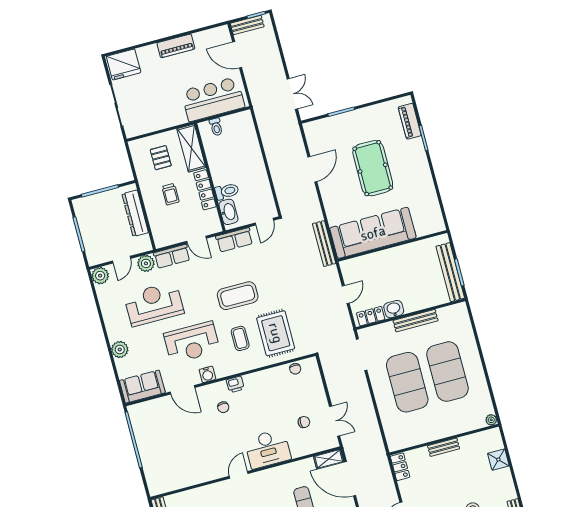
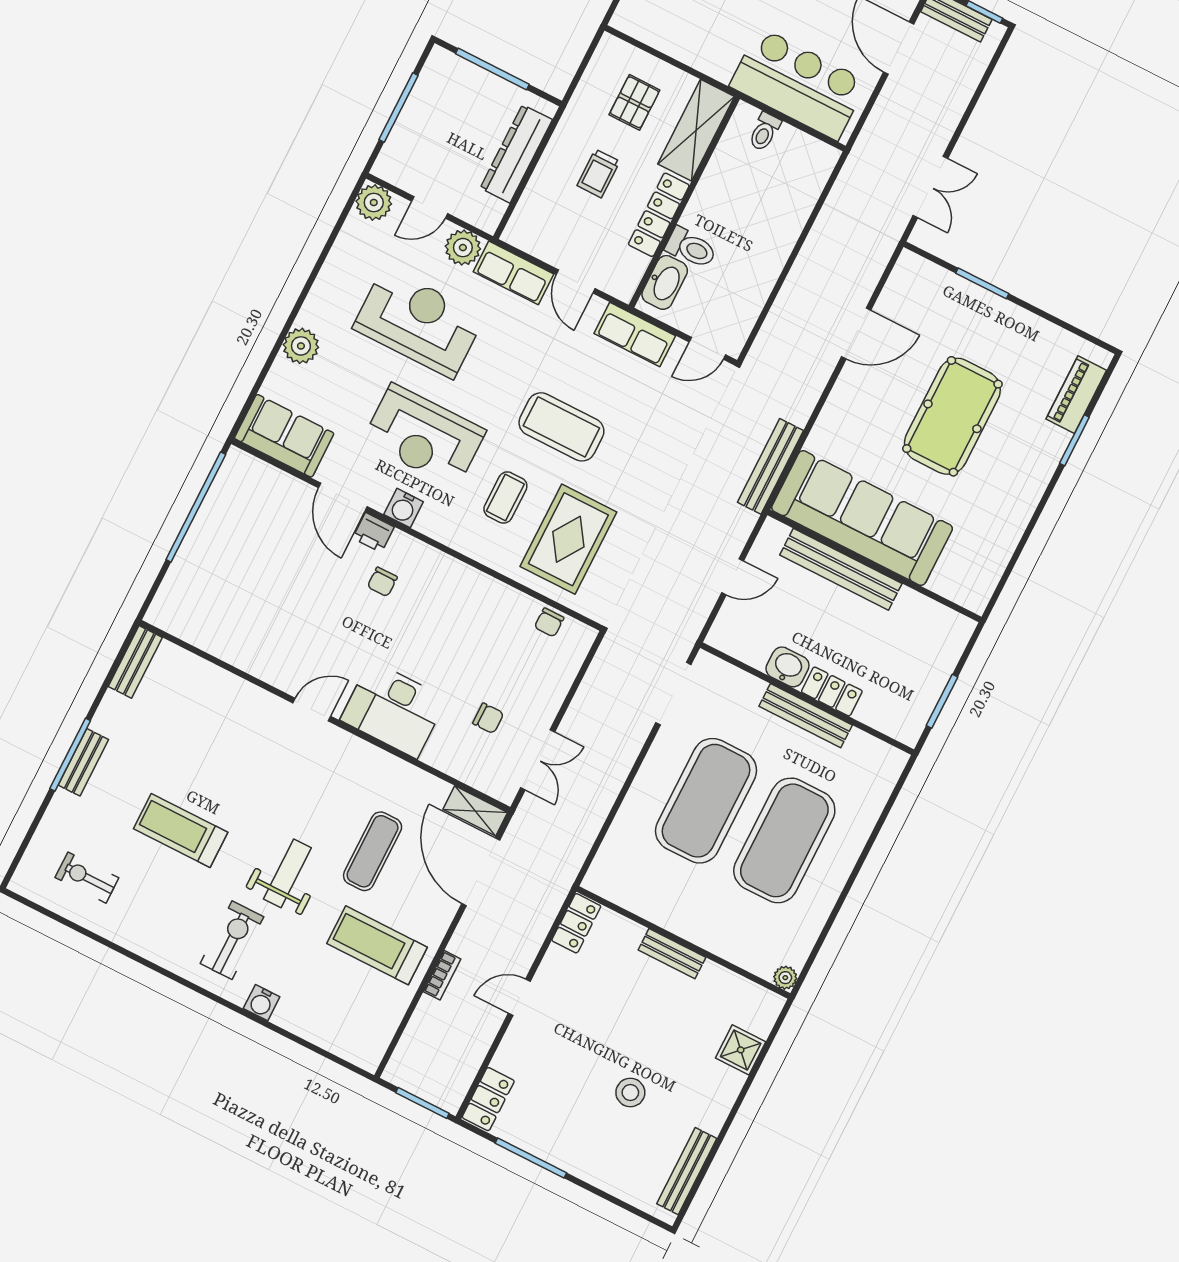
bench: (450, 272) -> (841, 569), moved, turned 90
locker: (371, 316) -> (832, 691), moved
printer: (235, 384) -> (373, 533), moved

